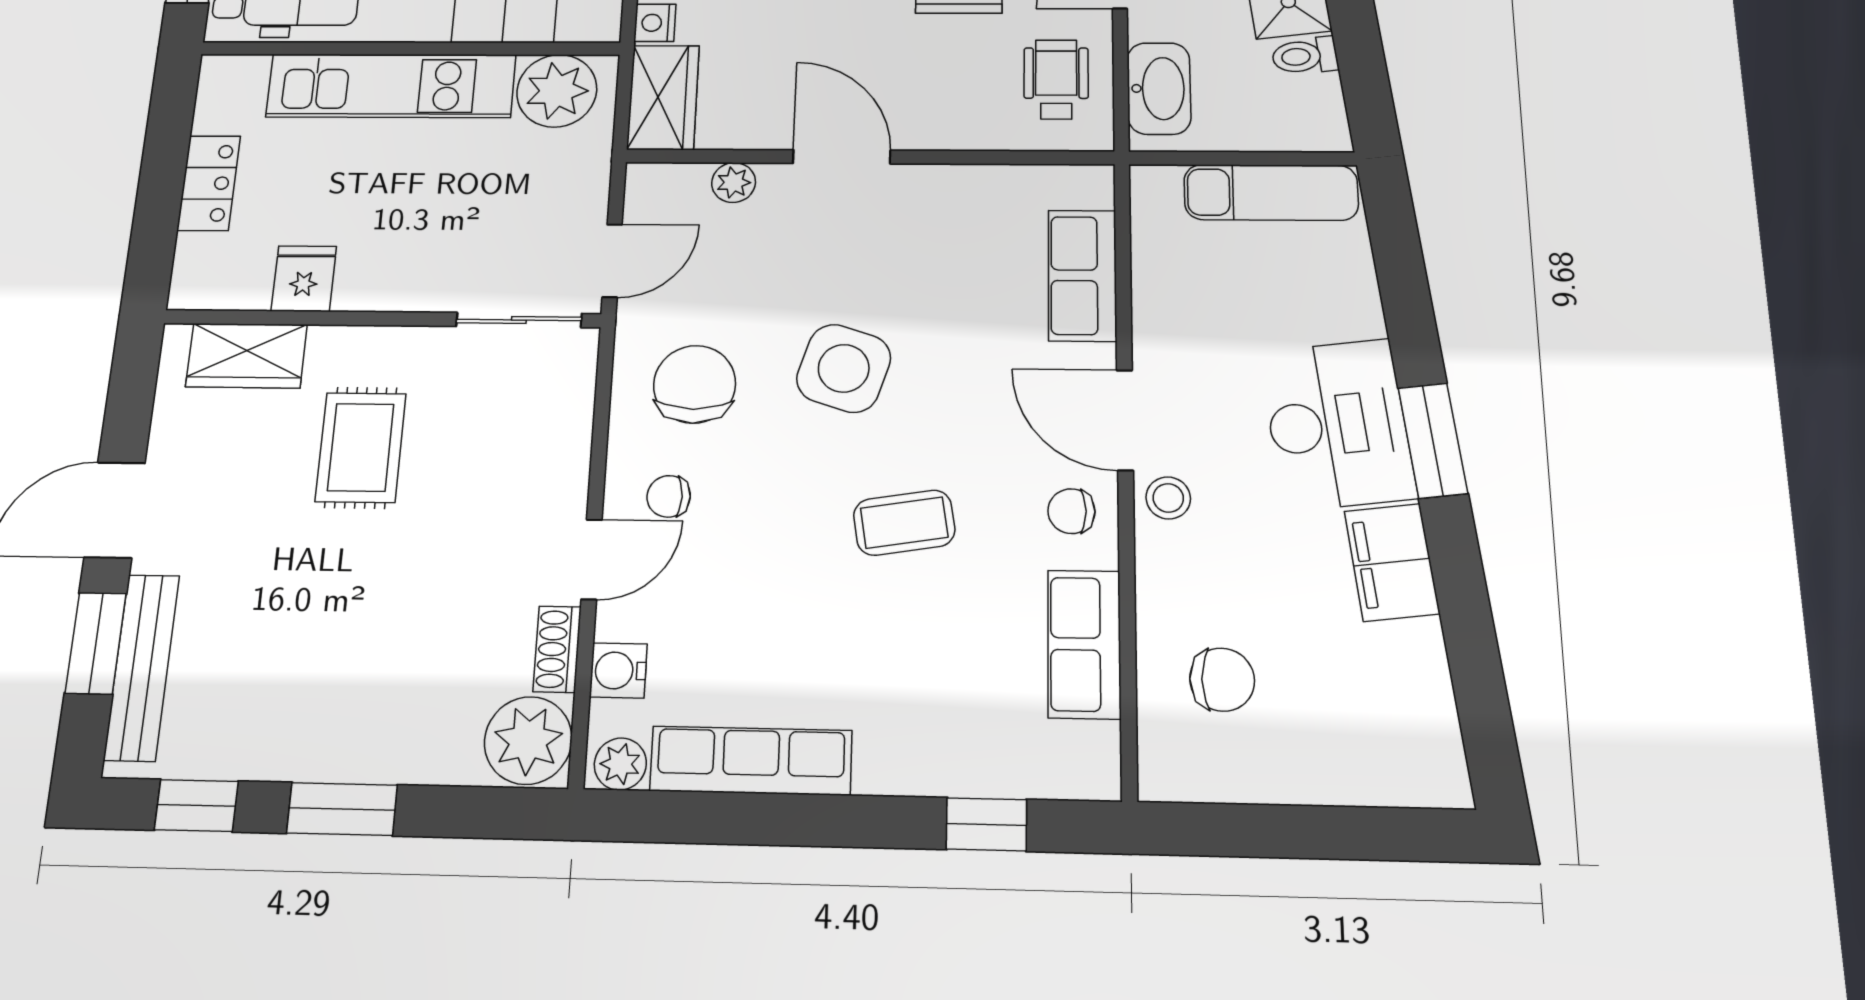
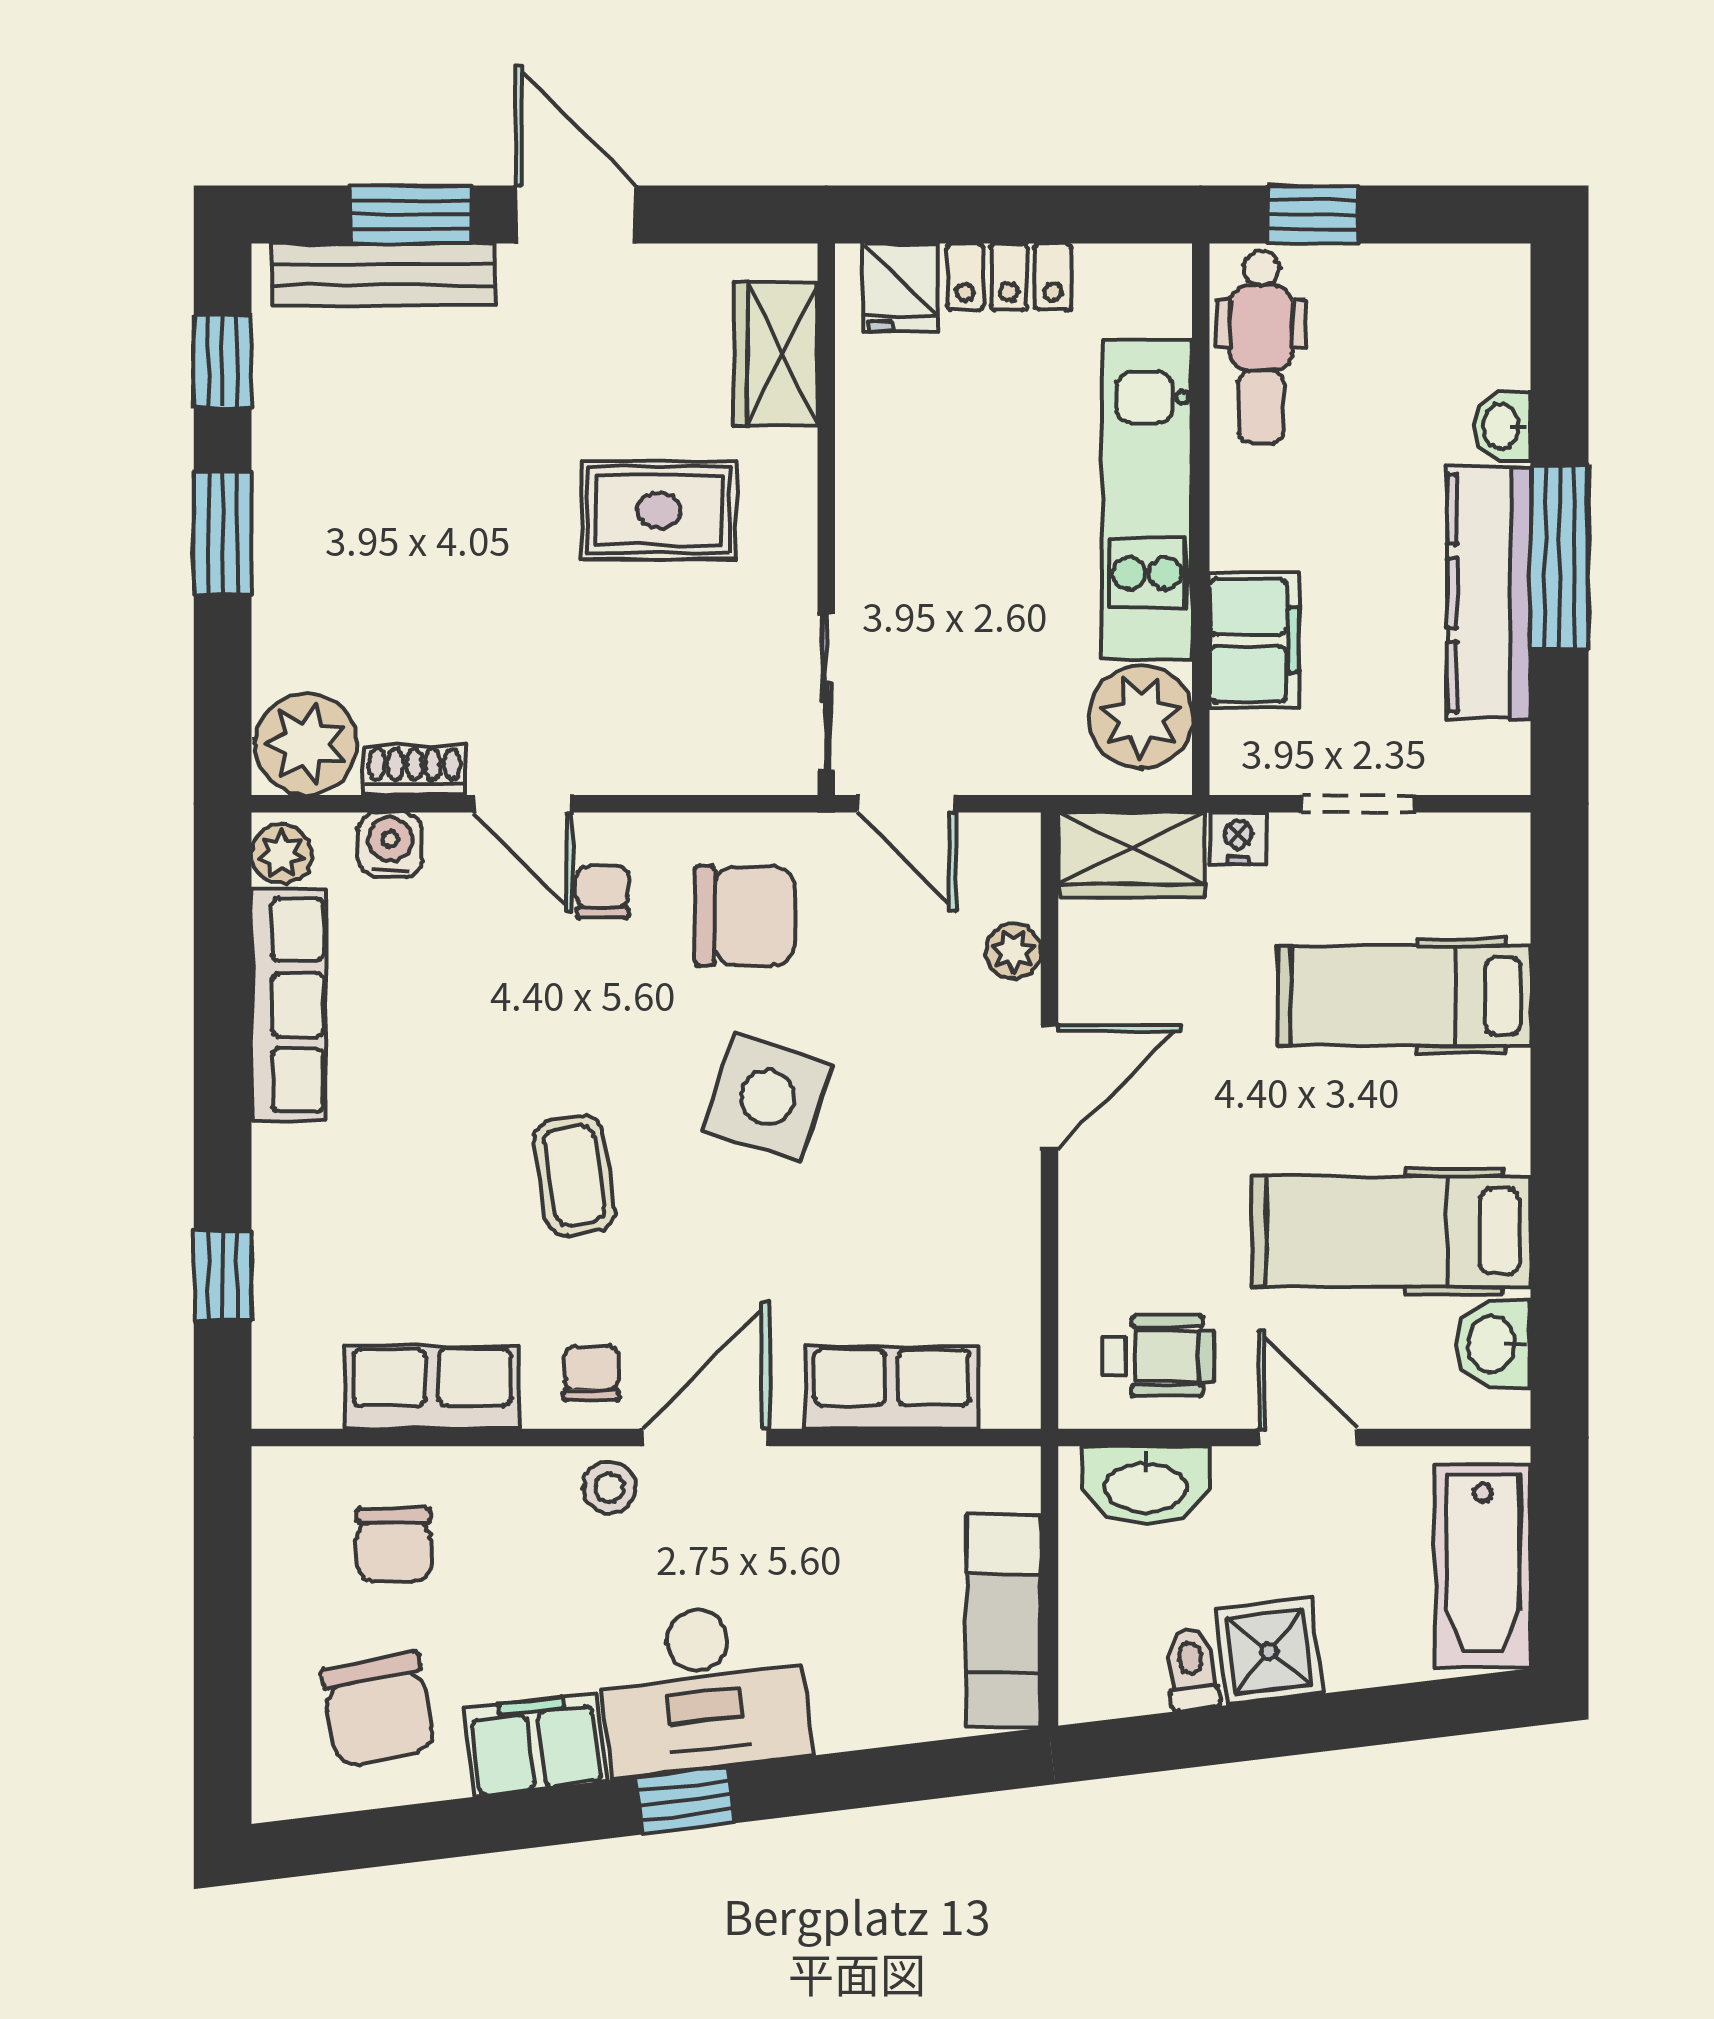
fridge: (304, 279) -> (900, 287), moved, turned 90
window: (1433, 440) -> (685, 1800), width x0.67
chair: (1368, 696) -> (378, 1710), added

